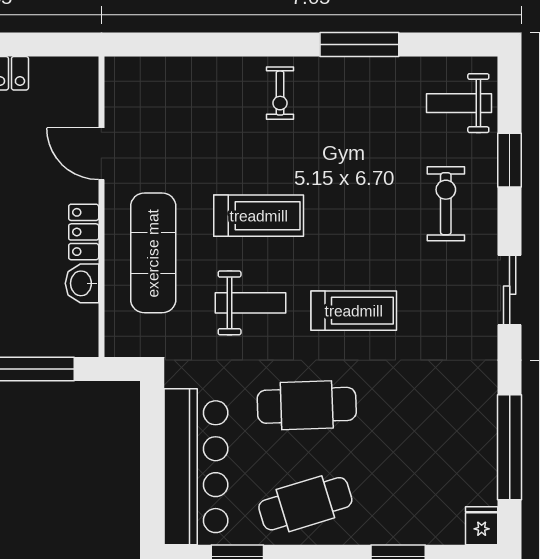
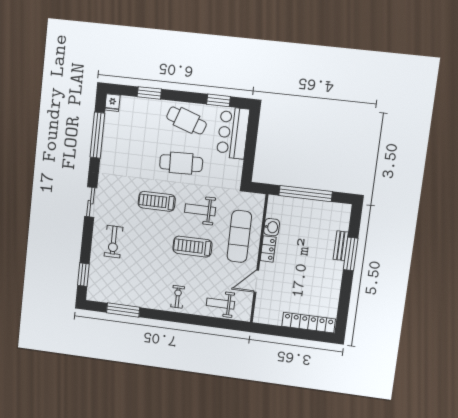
window: (359, 44) -> (123, 310), moved
weight bench: (459, 103) -> (220, 304), moved, turned 180
door: (101, 154) -> (256, 281), swing flipped
window: (510, 160) -> (83, 275), moved
bar counter: (196, 467) -> (233, 133), width x0.73
cafe table: (305, 504) -> (186, 120), turned 36

